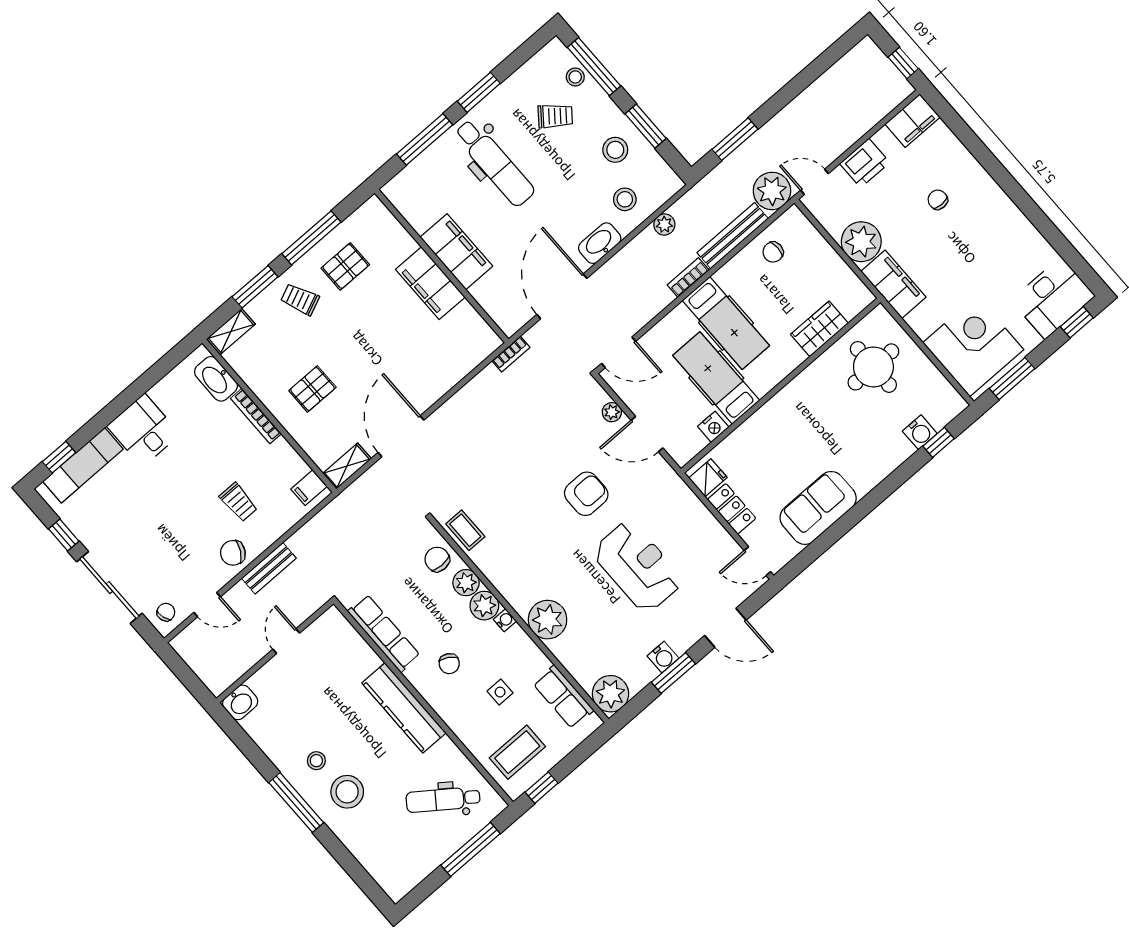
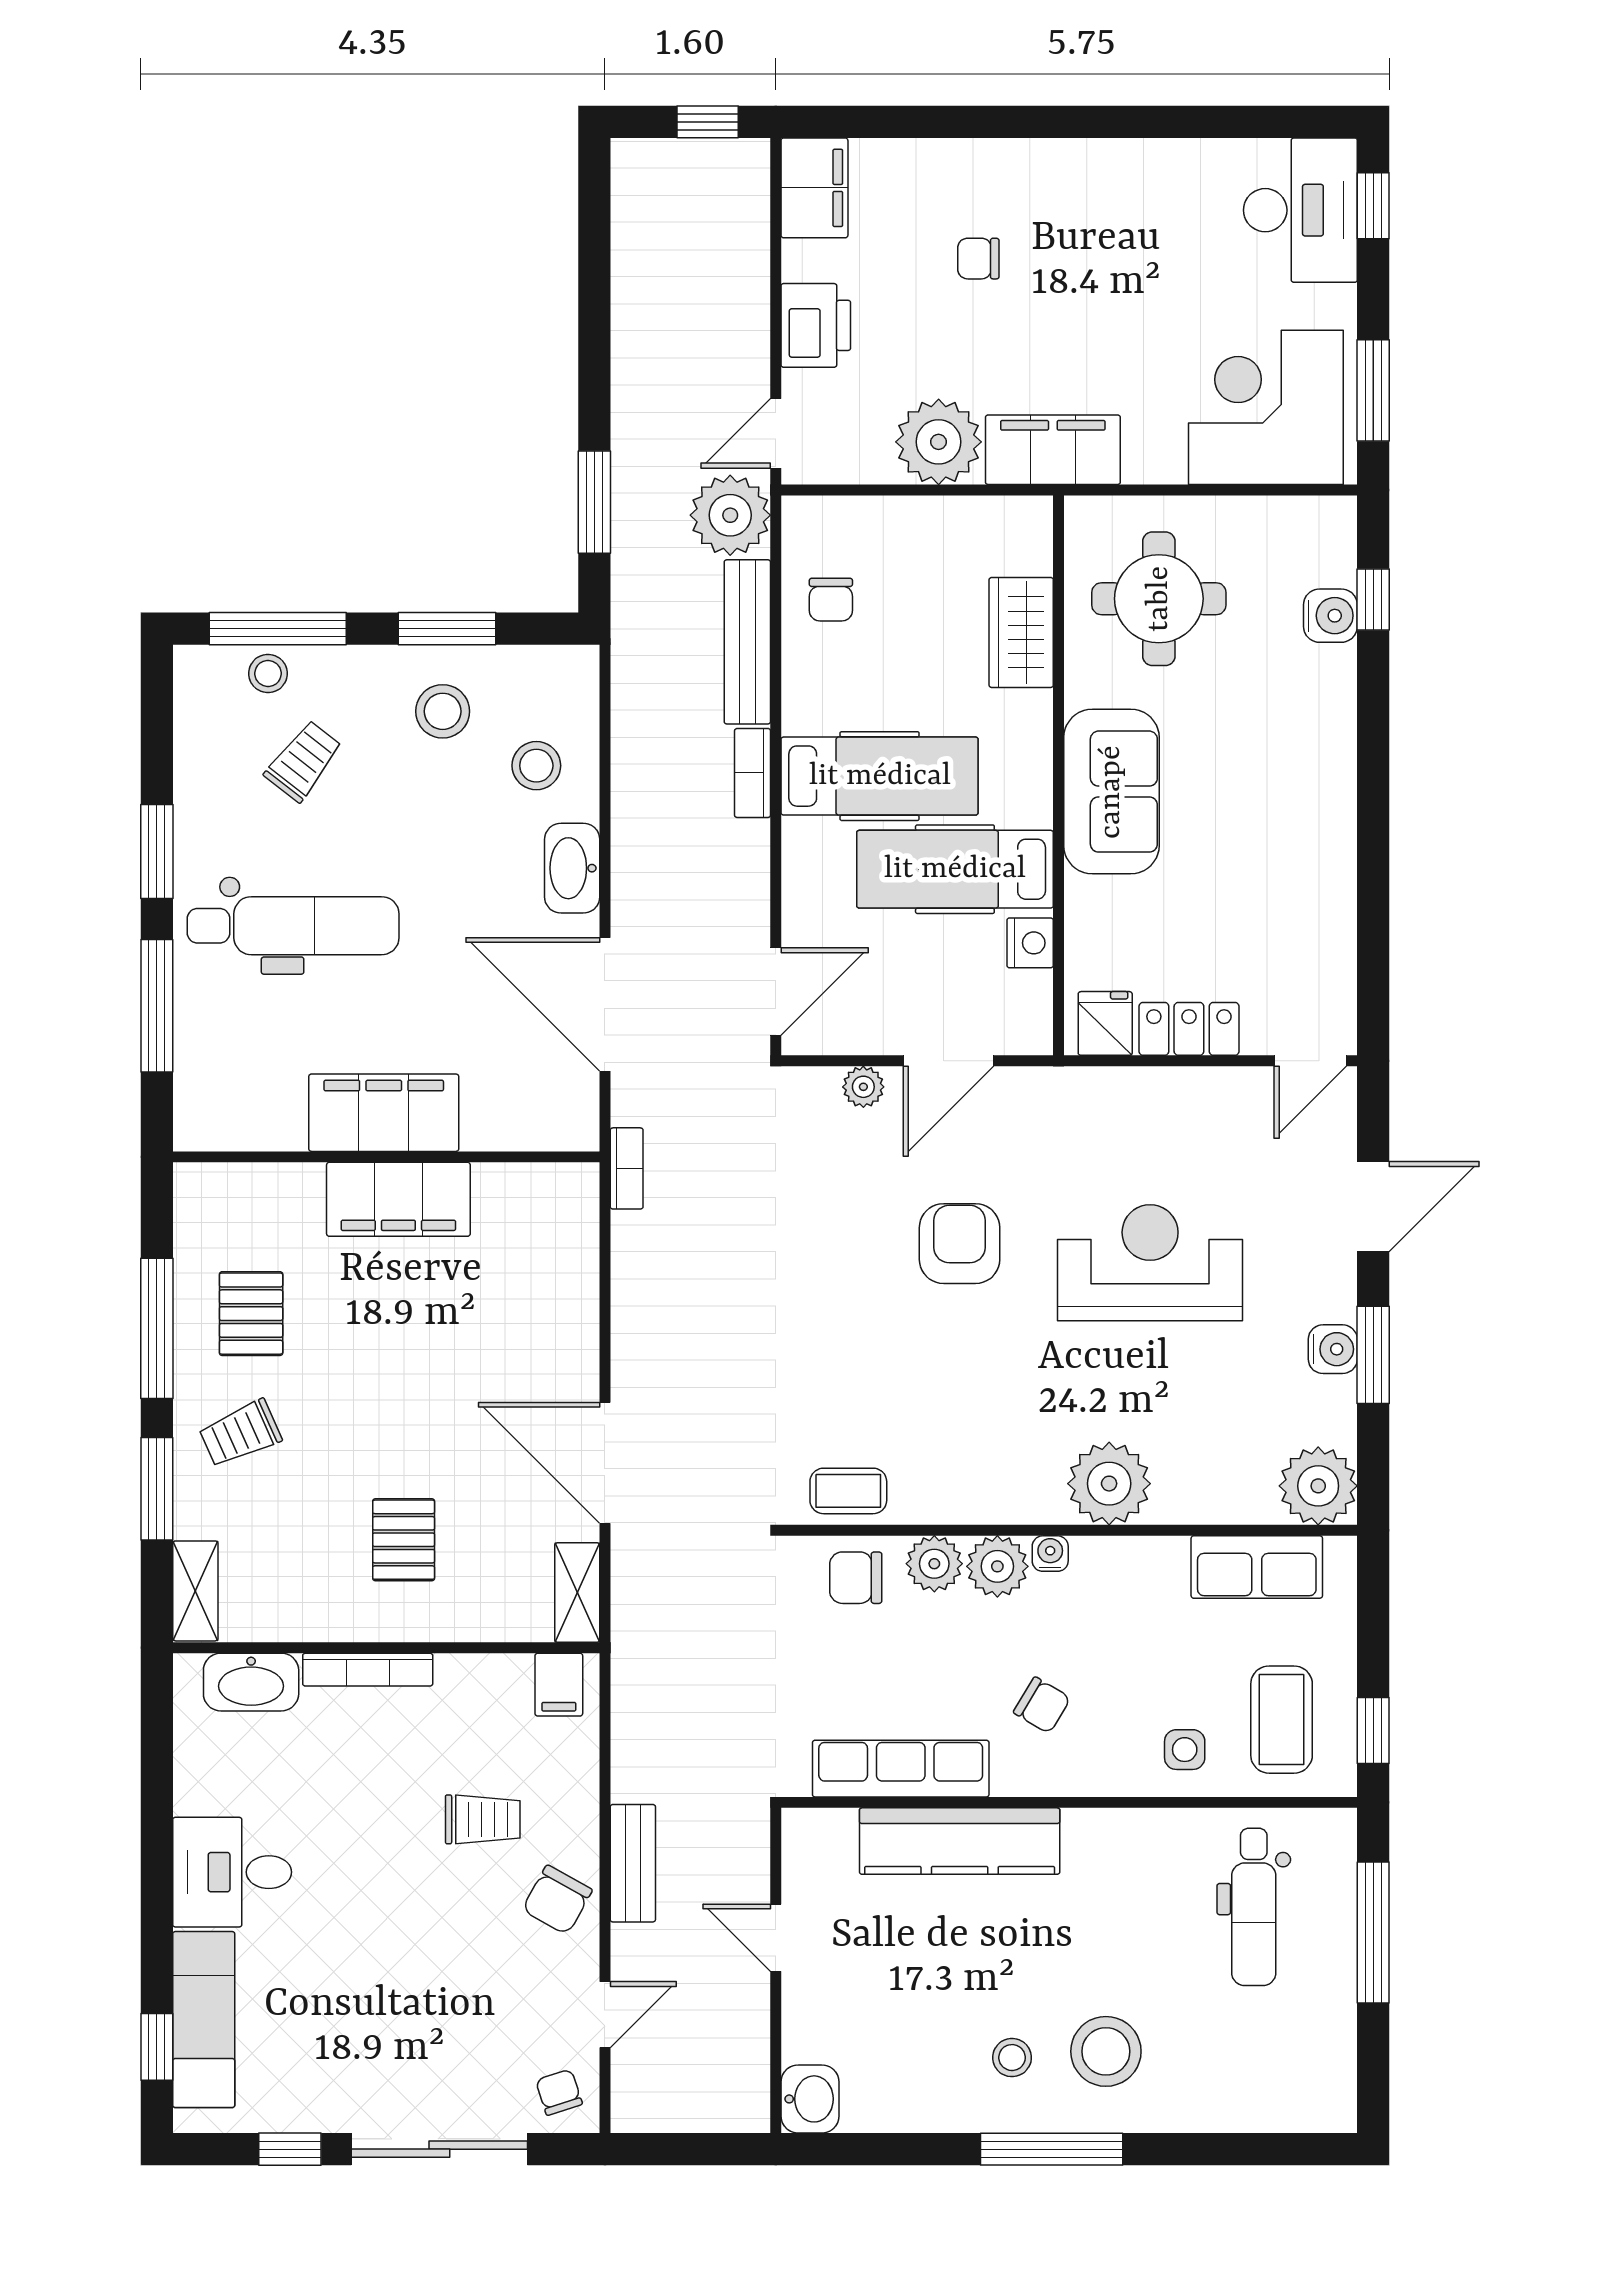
plant: (664, 225) -> (633, 737), removed
sofa: (818, 508) -> (1111, 792), moved, turned 180
side table: (500, 692) -> (1185, 1750), moved
kitchen counter: (404, 708) -> (960, 1841), moved
dental chair: (443, 800) -> (1254, 1907), turned -36

